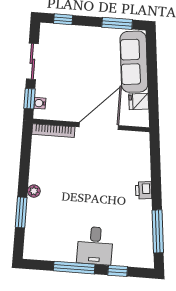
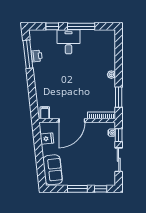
window: (117, 23) -> (77, 189), moved
sofa: (134, 62) -> (53, 170), width x0.73
filing cabinet: (139, 141) -> (45, 113), added
printer: (144, 190) -> (37, 56), moved
window: (21, 212) -> (119, 97), moved

